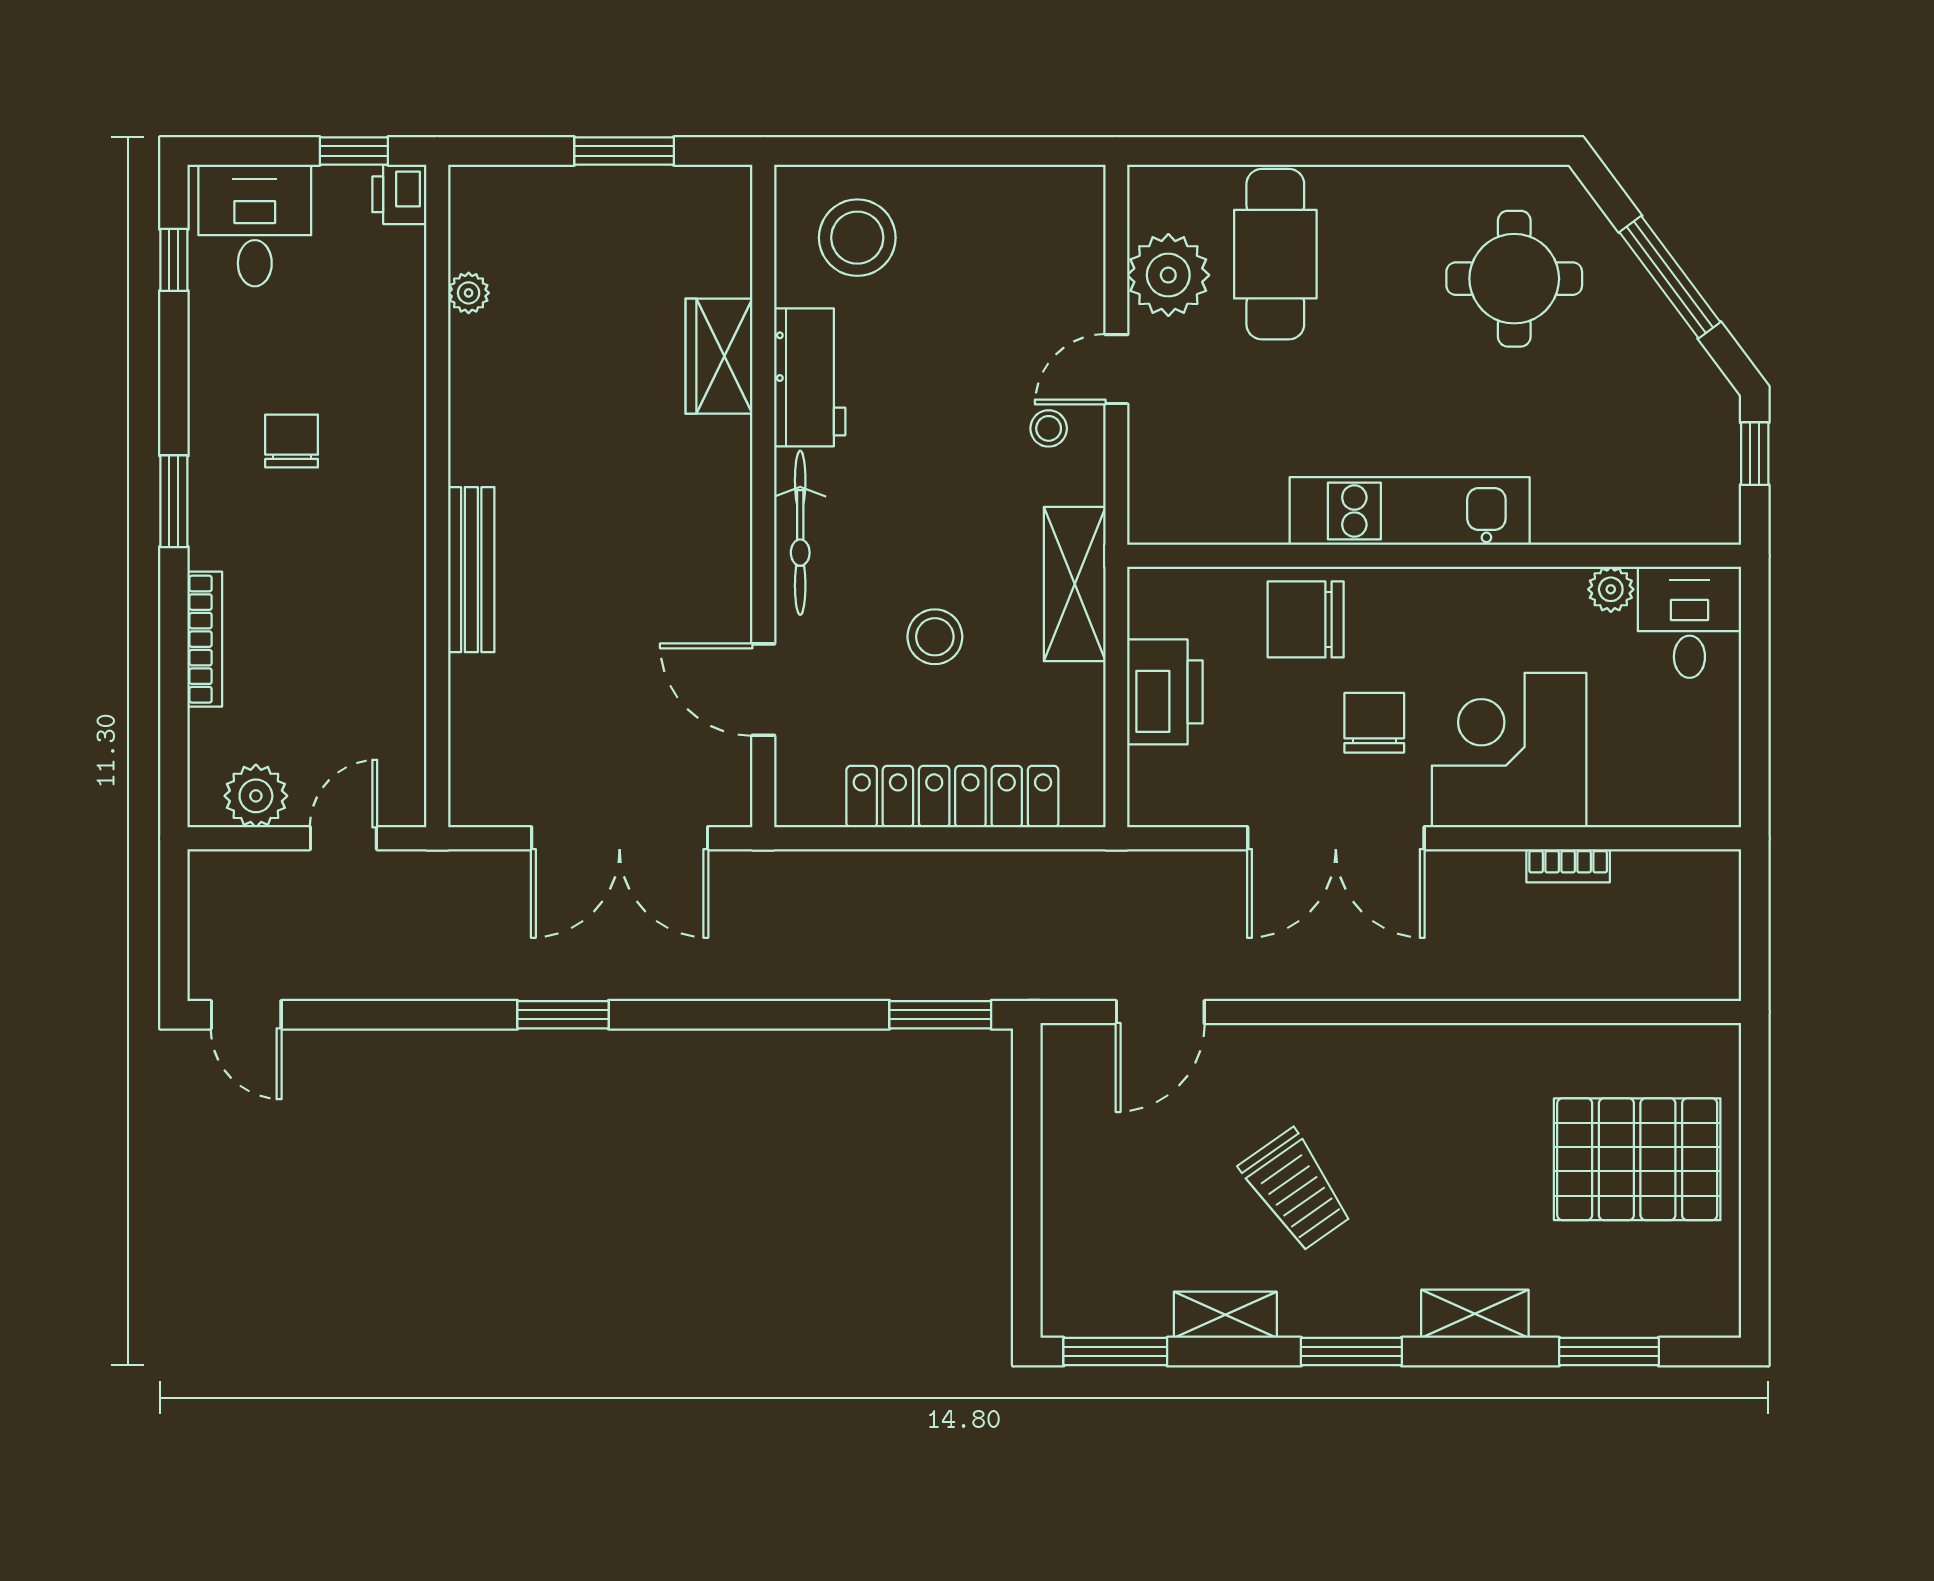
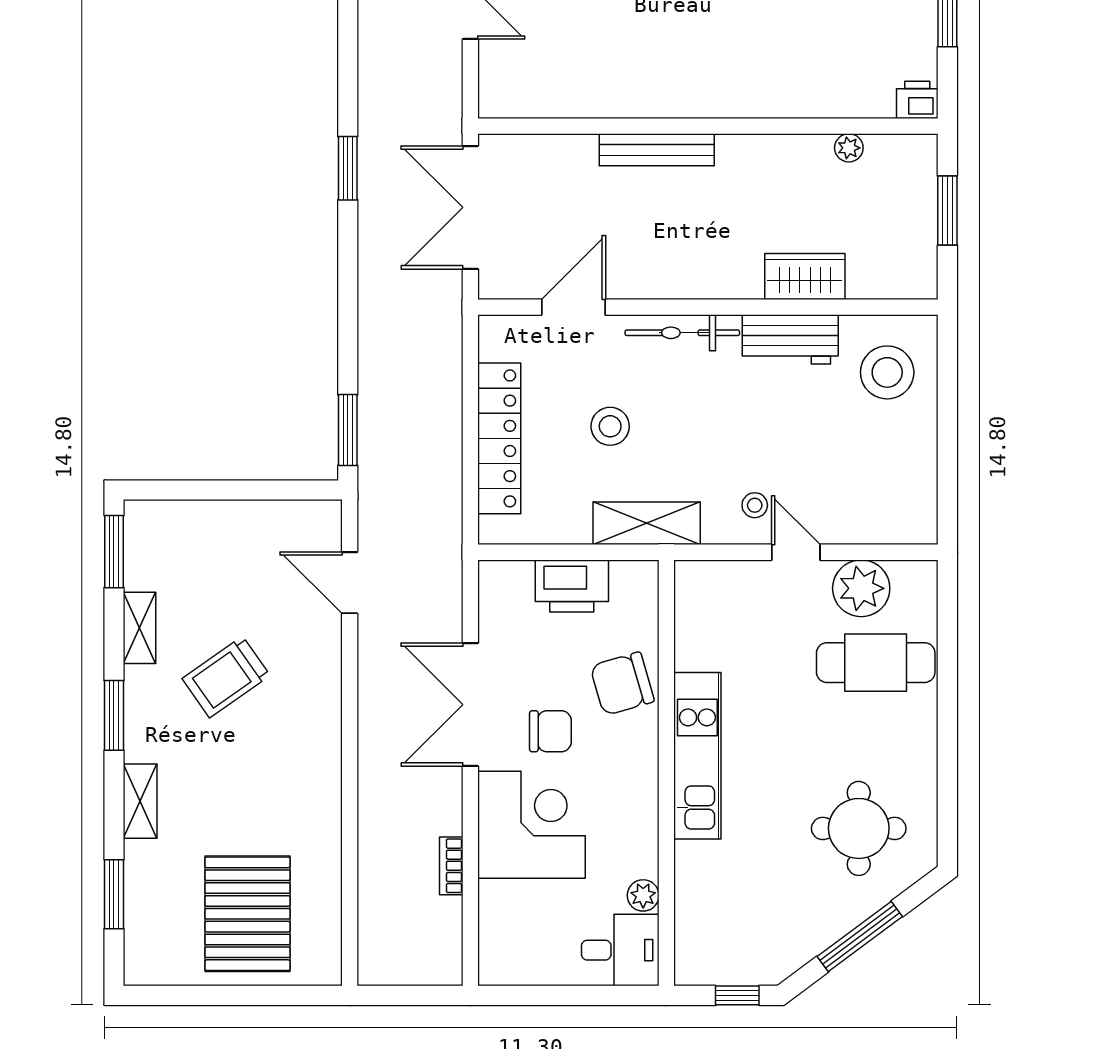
printer: (399, 194) -> (917, 100), moved
plant: (469, 293) -> (849, 148), moved
wall: (437, 496) -> (708, 126), moved
bench: (471, 570) -> (657, 150), moved
chair: (1306, 619) -> (622, 684), turned -106

